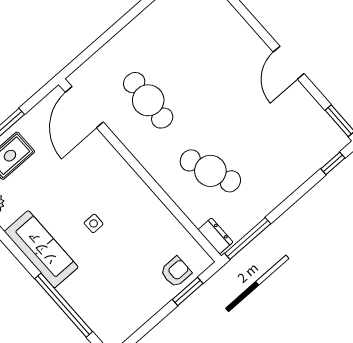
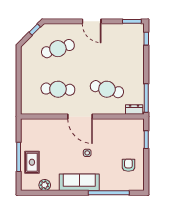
cafe table: (207, 49) -> (58, 49), added
door: (84, 107) -> (80, 116), moved
cafe table: (210, 171) -> (107, 89), turned 36
armchair: (176, 272) -> (128, 165), moved

